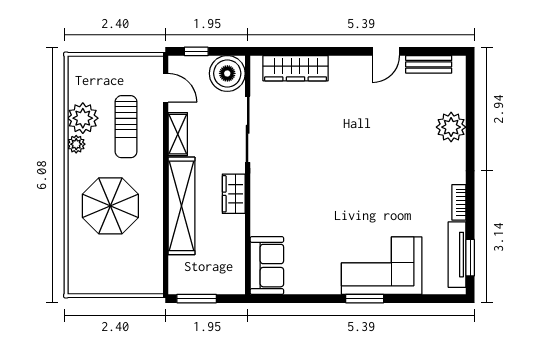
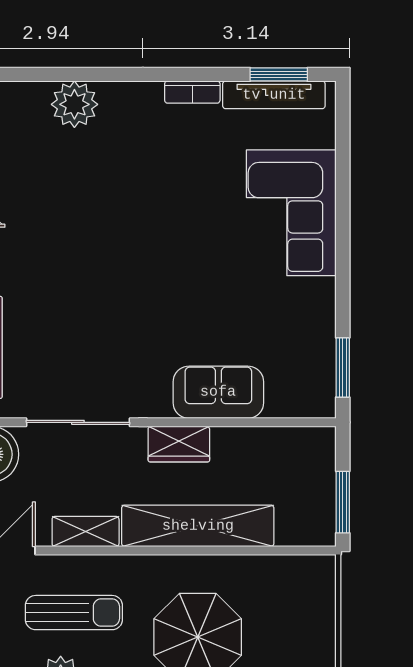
sofa: (267, 266) -> (218, 392), moved
window: (365, 299) -> (343, 368), moved

